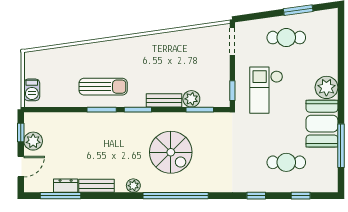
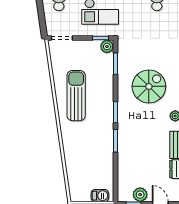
sun lounger: (103, 87) -> (76, 96), moved, width x1.36, depth x1.34
plant: (191, 99) -> (107, 47), moved
bench: (164, 100) -> (108, 92), removed

